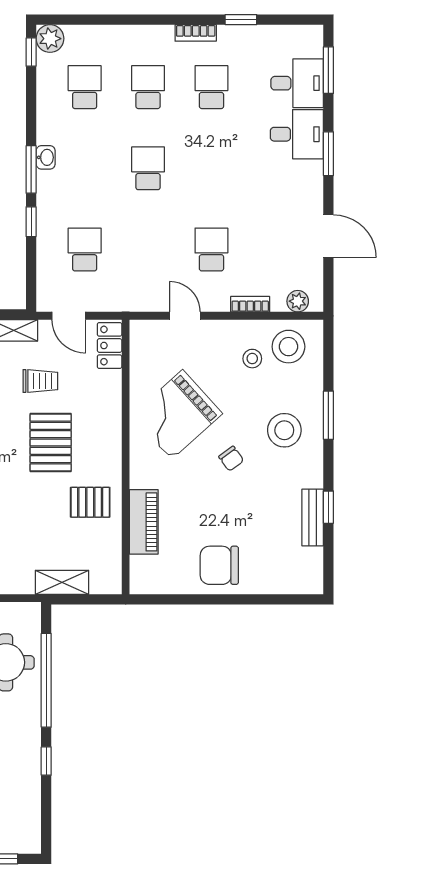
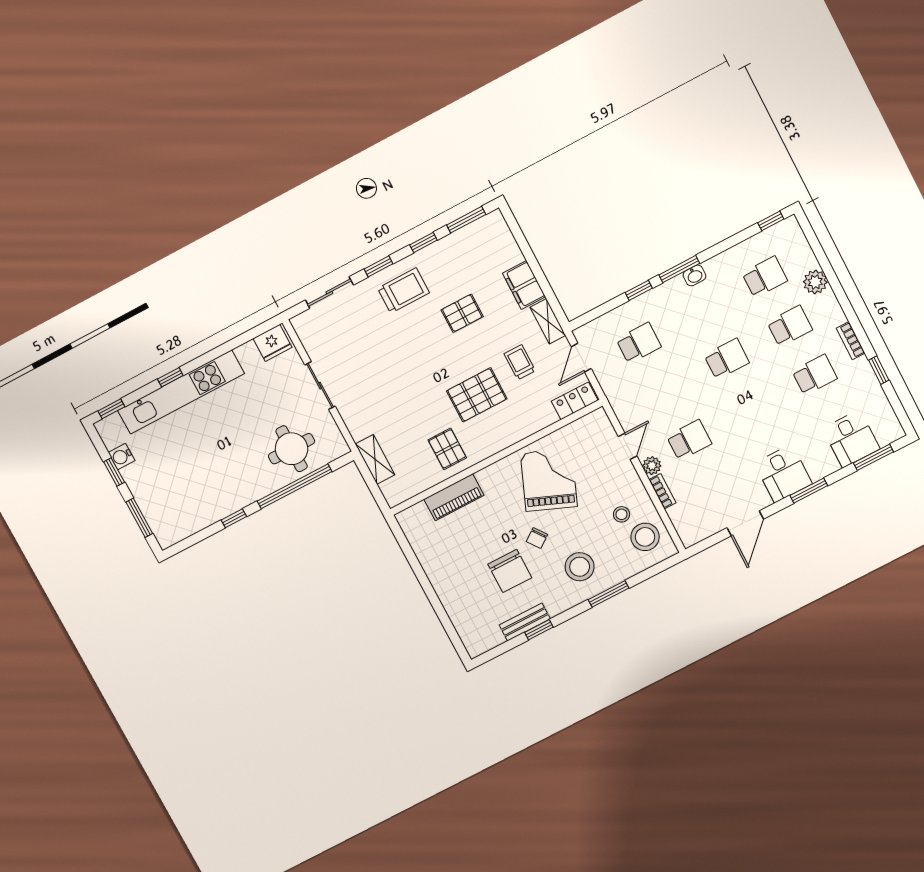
plant: (50, 39) -> (815, 282), moved
desk: (297, 134) -> (783, 473), moved
plant: (298, 301) -> (652, 466), moved
trolley: (40, 381) -> (520, 362), turned 180
grand piano: (177, 415) -> (549, 480), turned 64
chair: (219, 565) -> (510, 571), moved, turned 180

